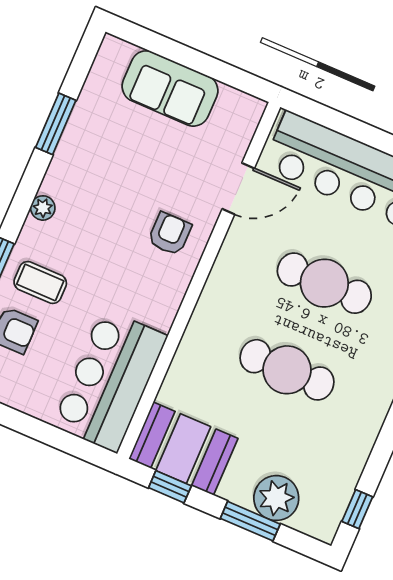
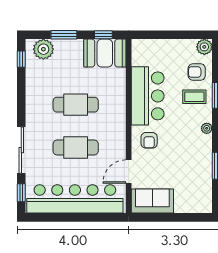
sofa: (170, 88) -> (152, 201), moved
bar counter: (110, 381) -> (148, 96), moved
plant: (276, 498) -> (43, 49), moved

